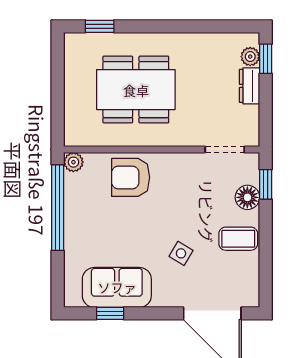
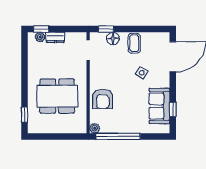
dining table: (136, 90) -> (57, 96), turned 90

